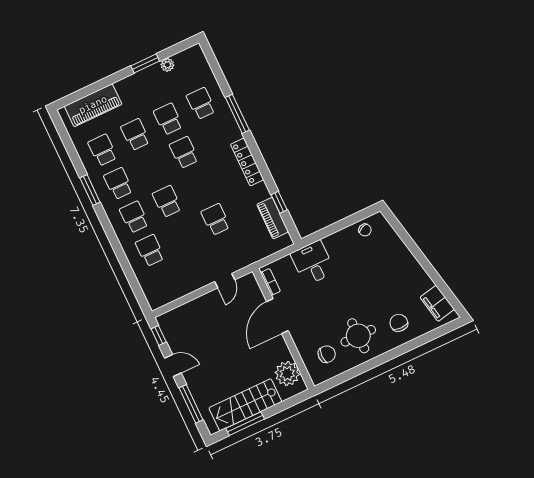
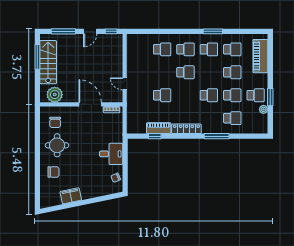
school desk: (152, 86) -> (256, 95), added
piano: (273, 218) -> (159, 128), moved
desk: (313, 263) -> (111, 154), moved
filing cabinet: (437, 303) -> (71, 196), moved

